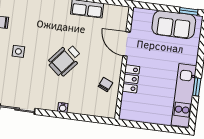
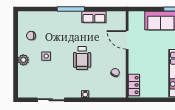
wheelchair: (65, 60) -> (82, 58), turned -40
locker: (131, 79) -> (134, 85), moved

